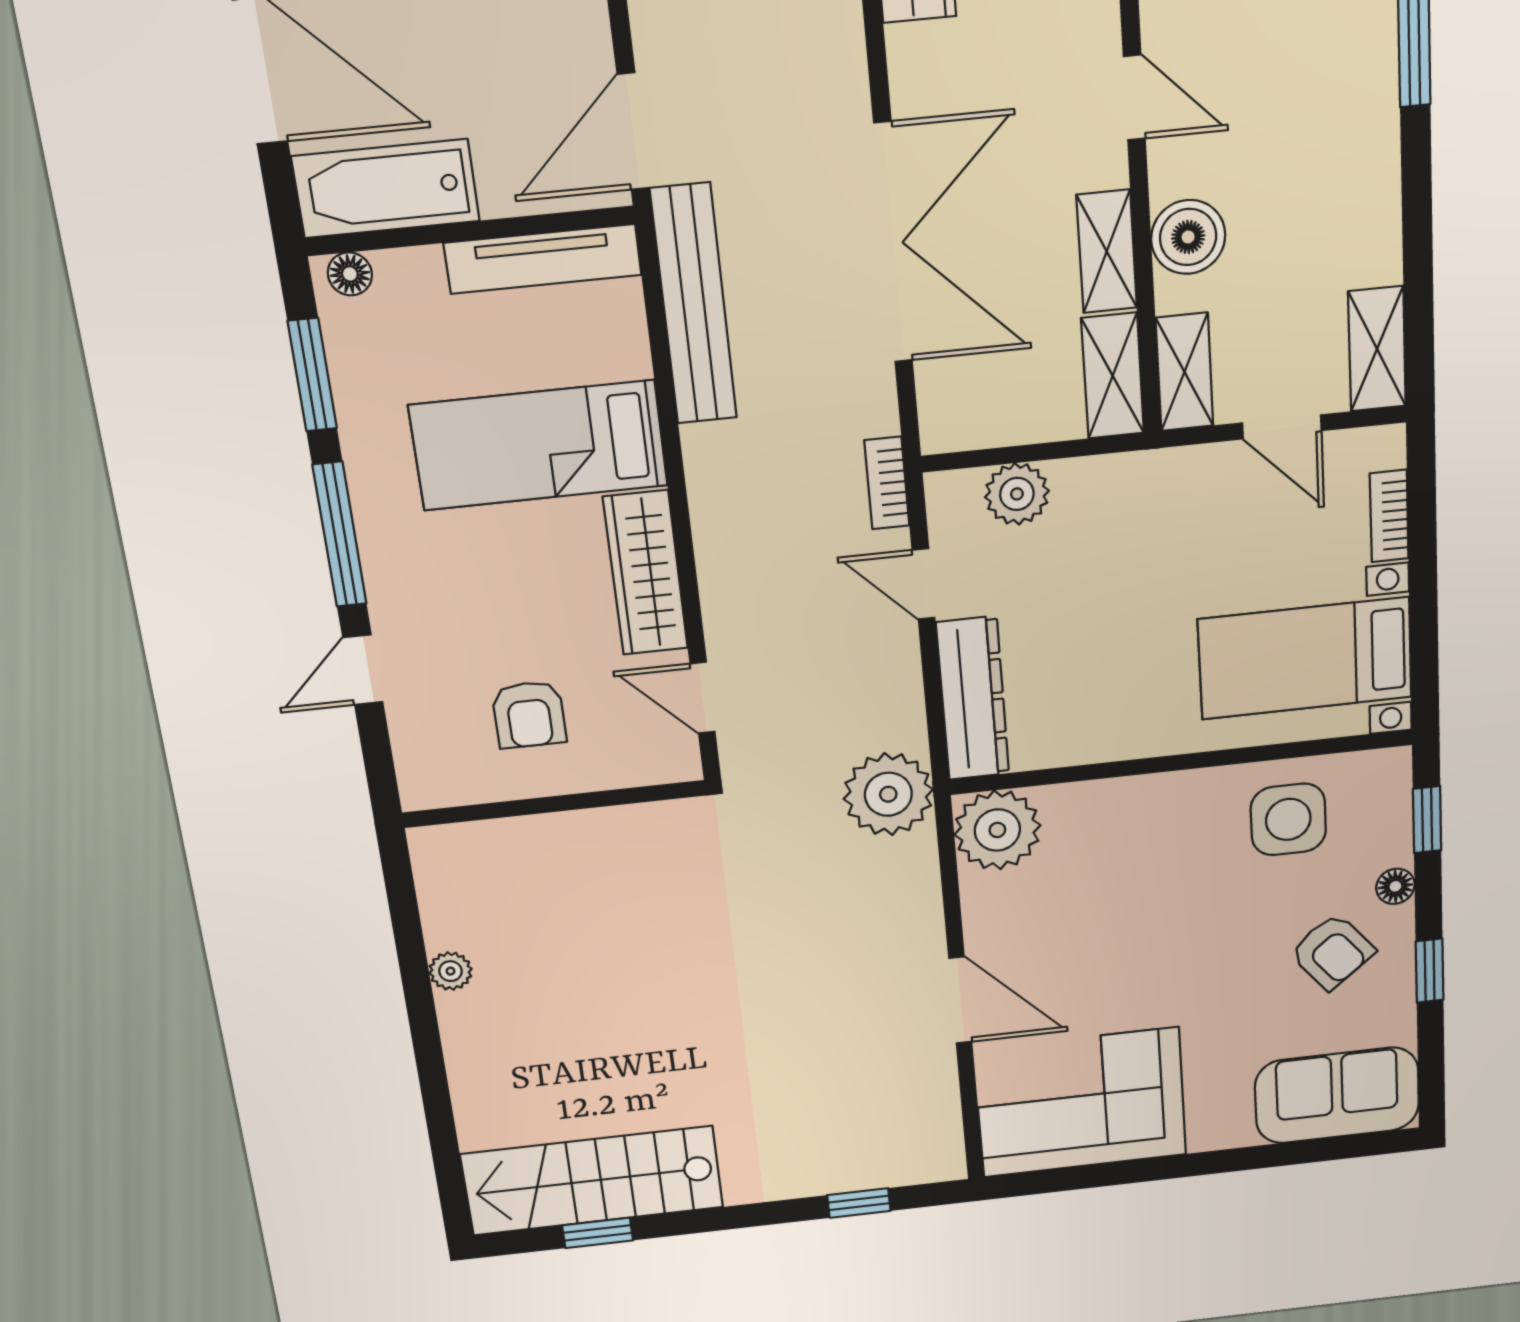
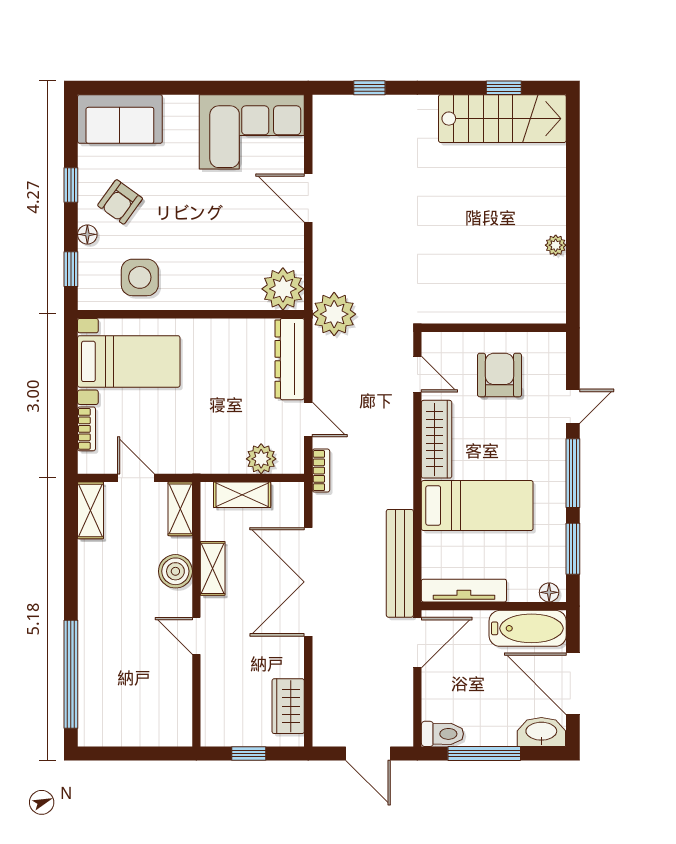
shelving: (1113, 376) -> (242, 495), moved, turned 90
armchair: (529, 715) -> (499, 375), width x1.38, depth x1.38
armchair: (1332, 952) -> (120, 202), turned -105

